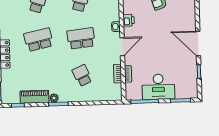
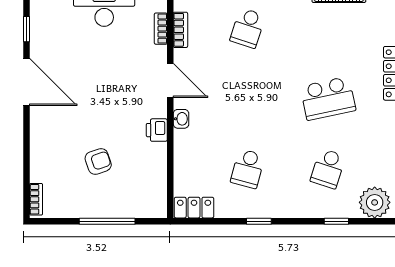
school desk: (81, 38) -> (248, 98), removed
door: (122, 47) -> (170, 81), swing flipped
school desk: (82, 76) -> (248, 28), turned 42

